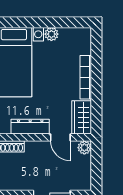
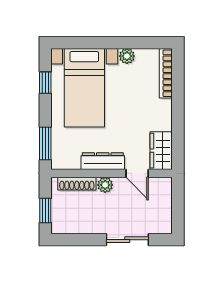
bookcase: (86, 77) -> (166, 73), moved
plant: (84, 148) -> (105, 185), moved

